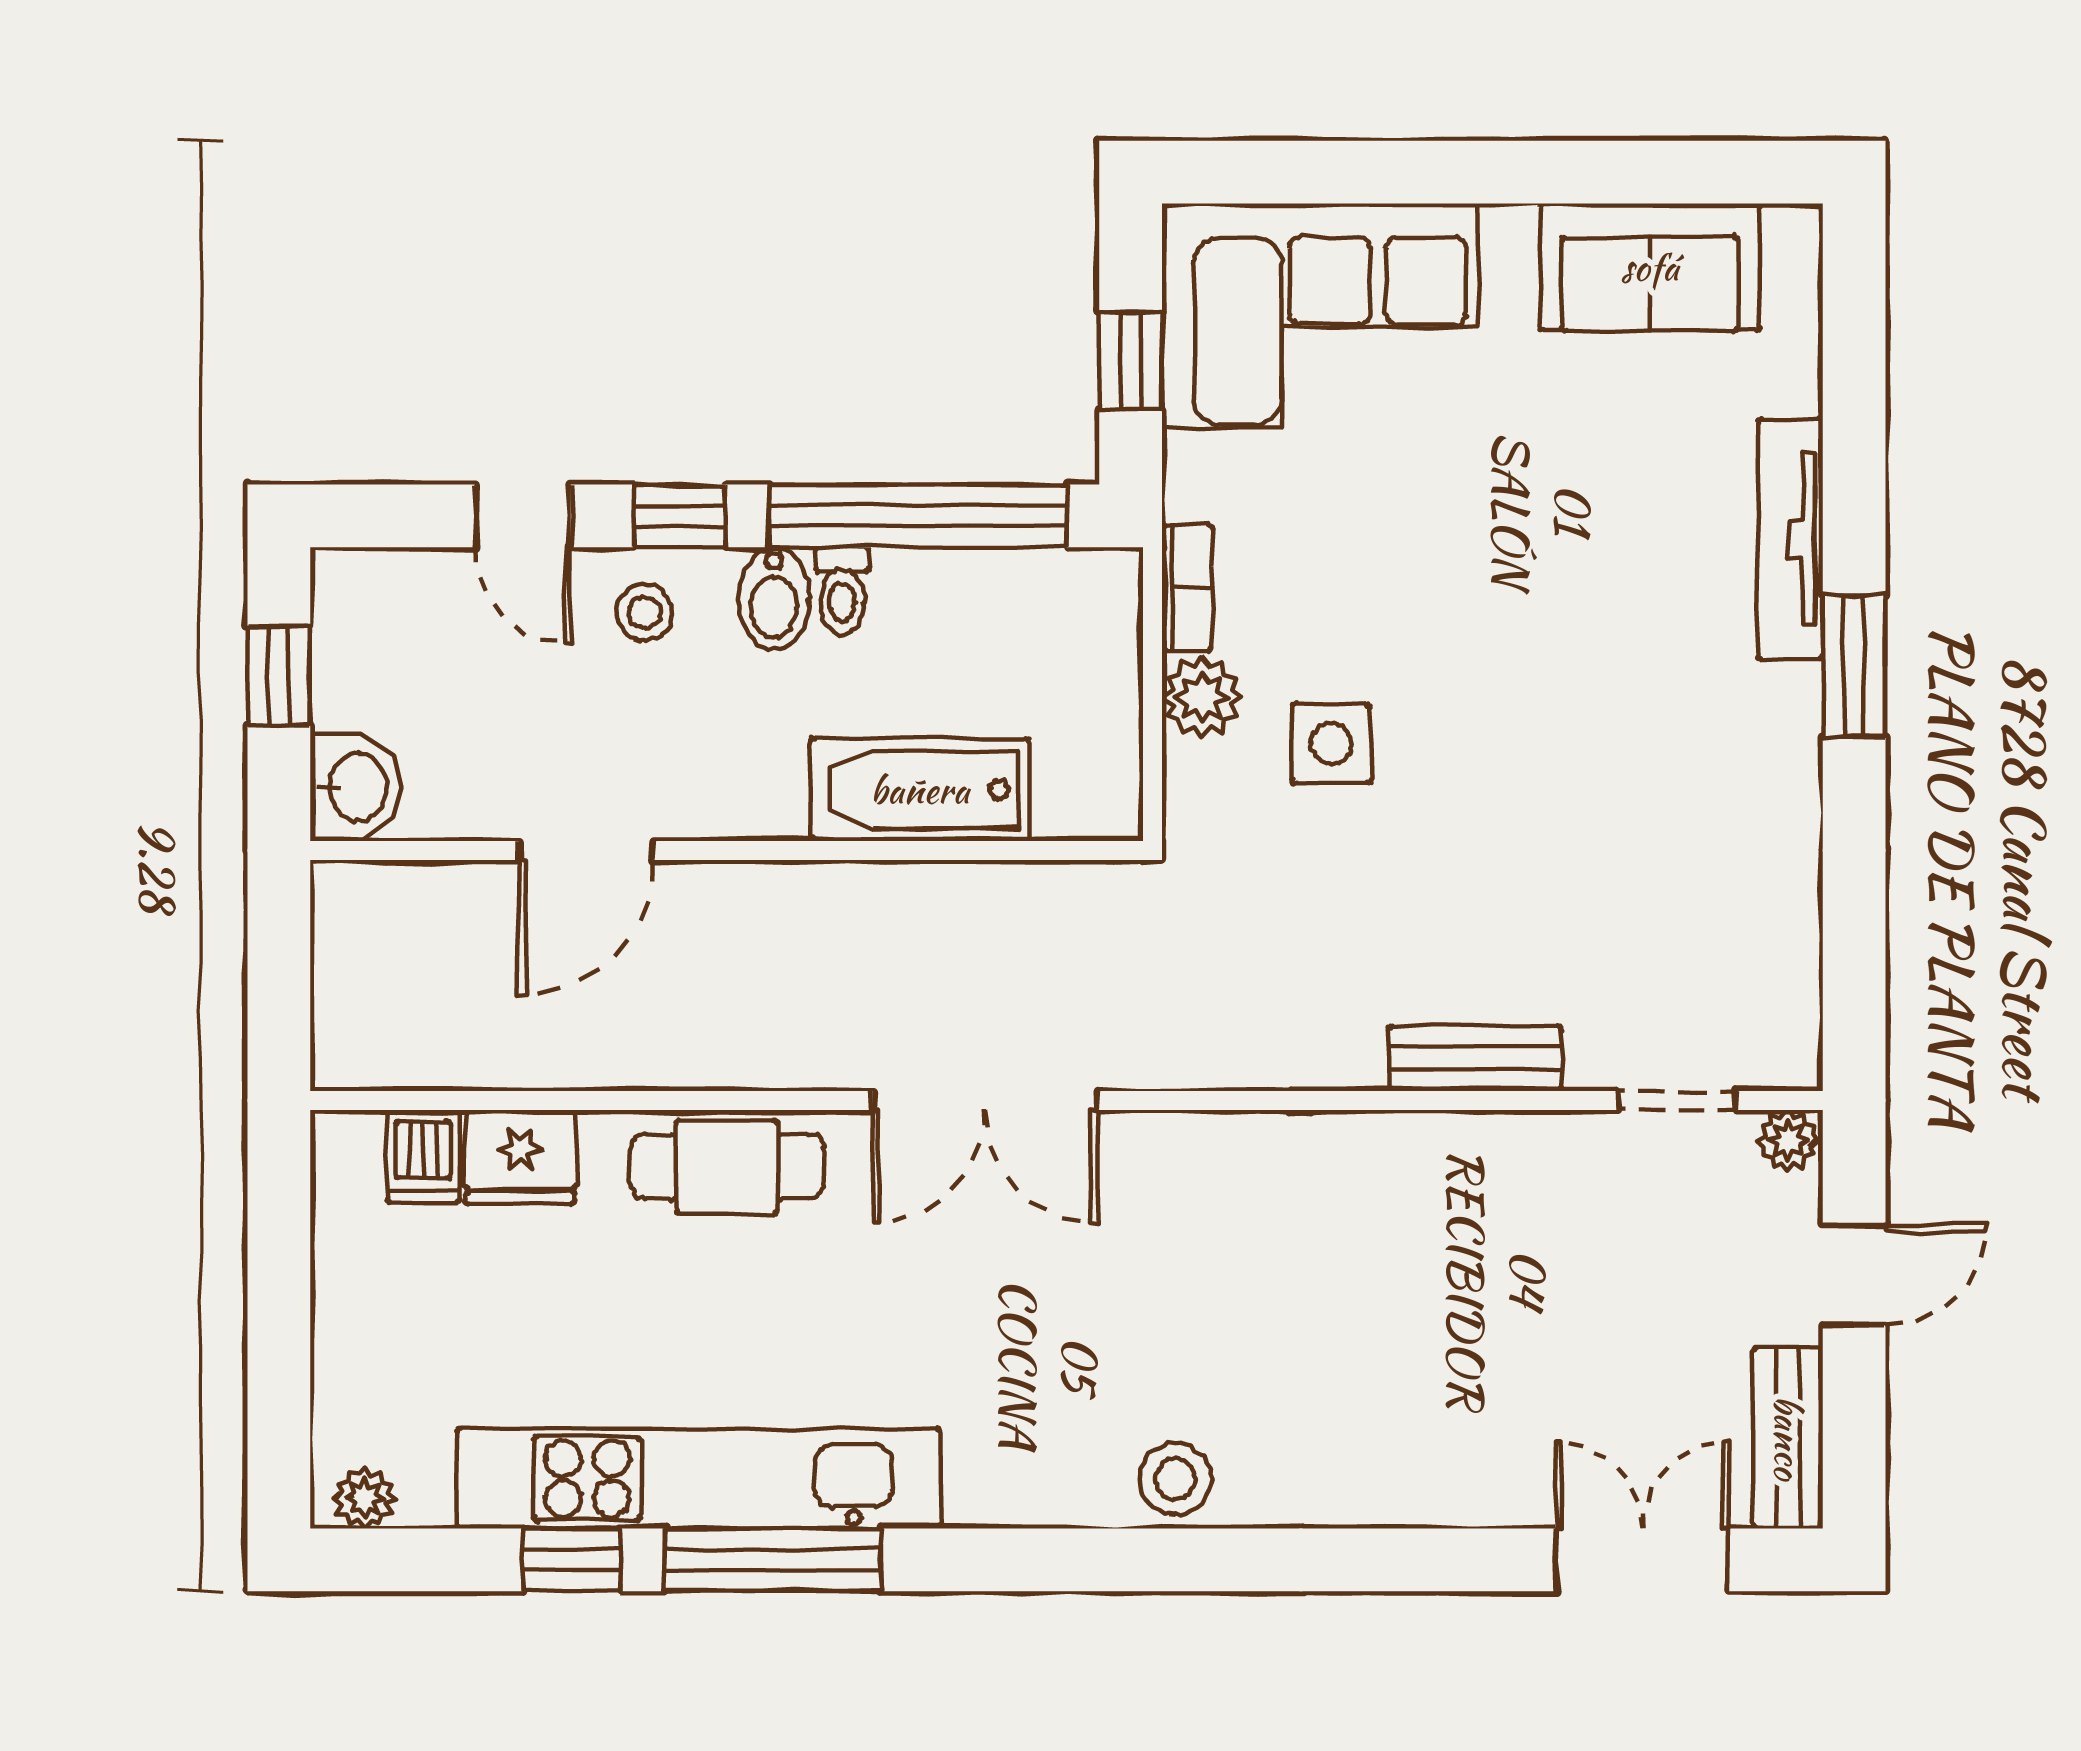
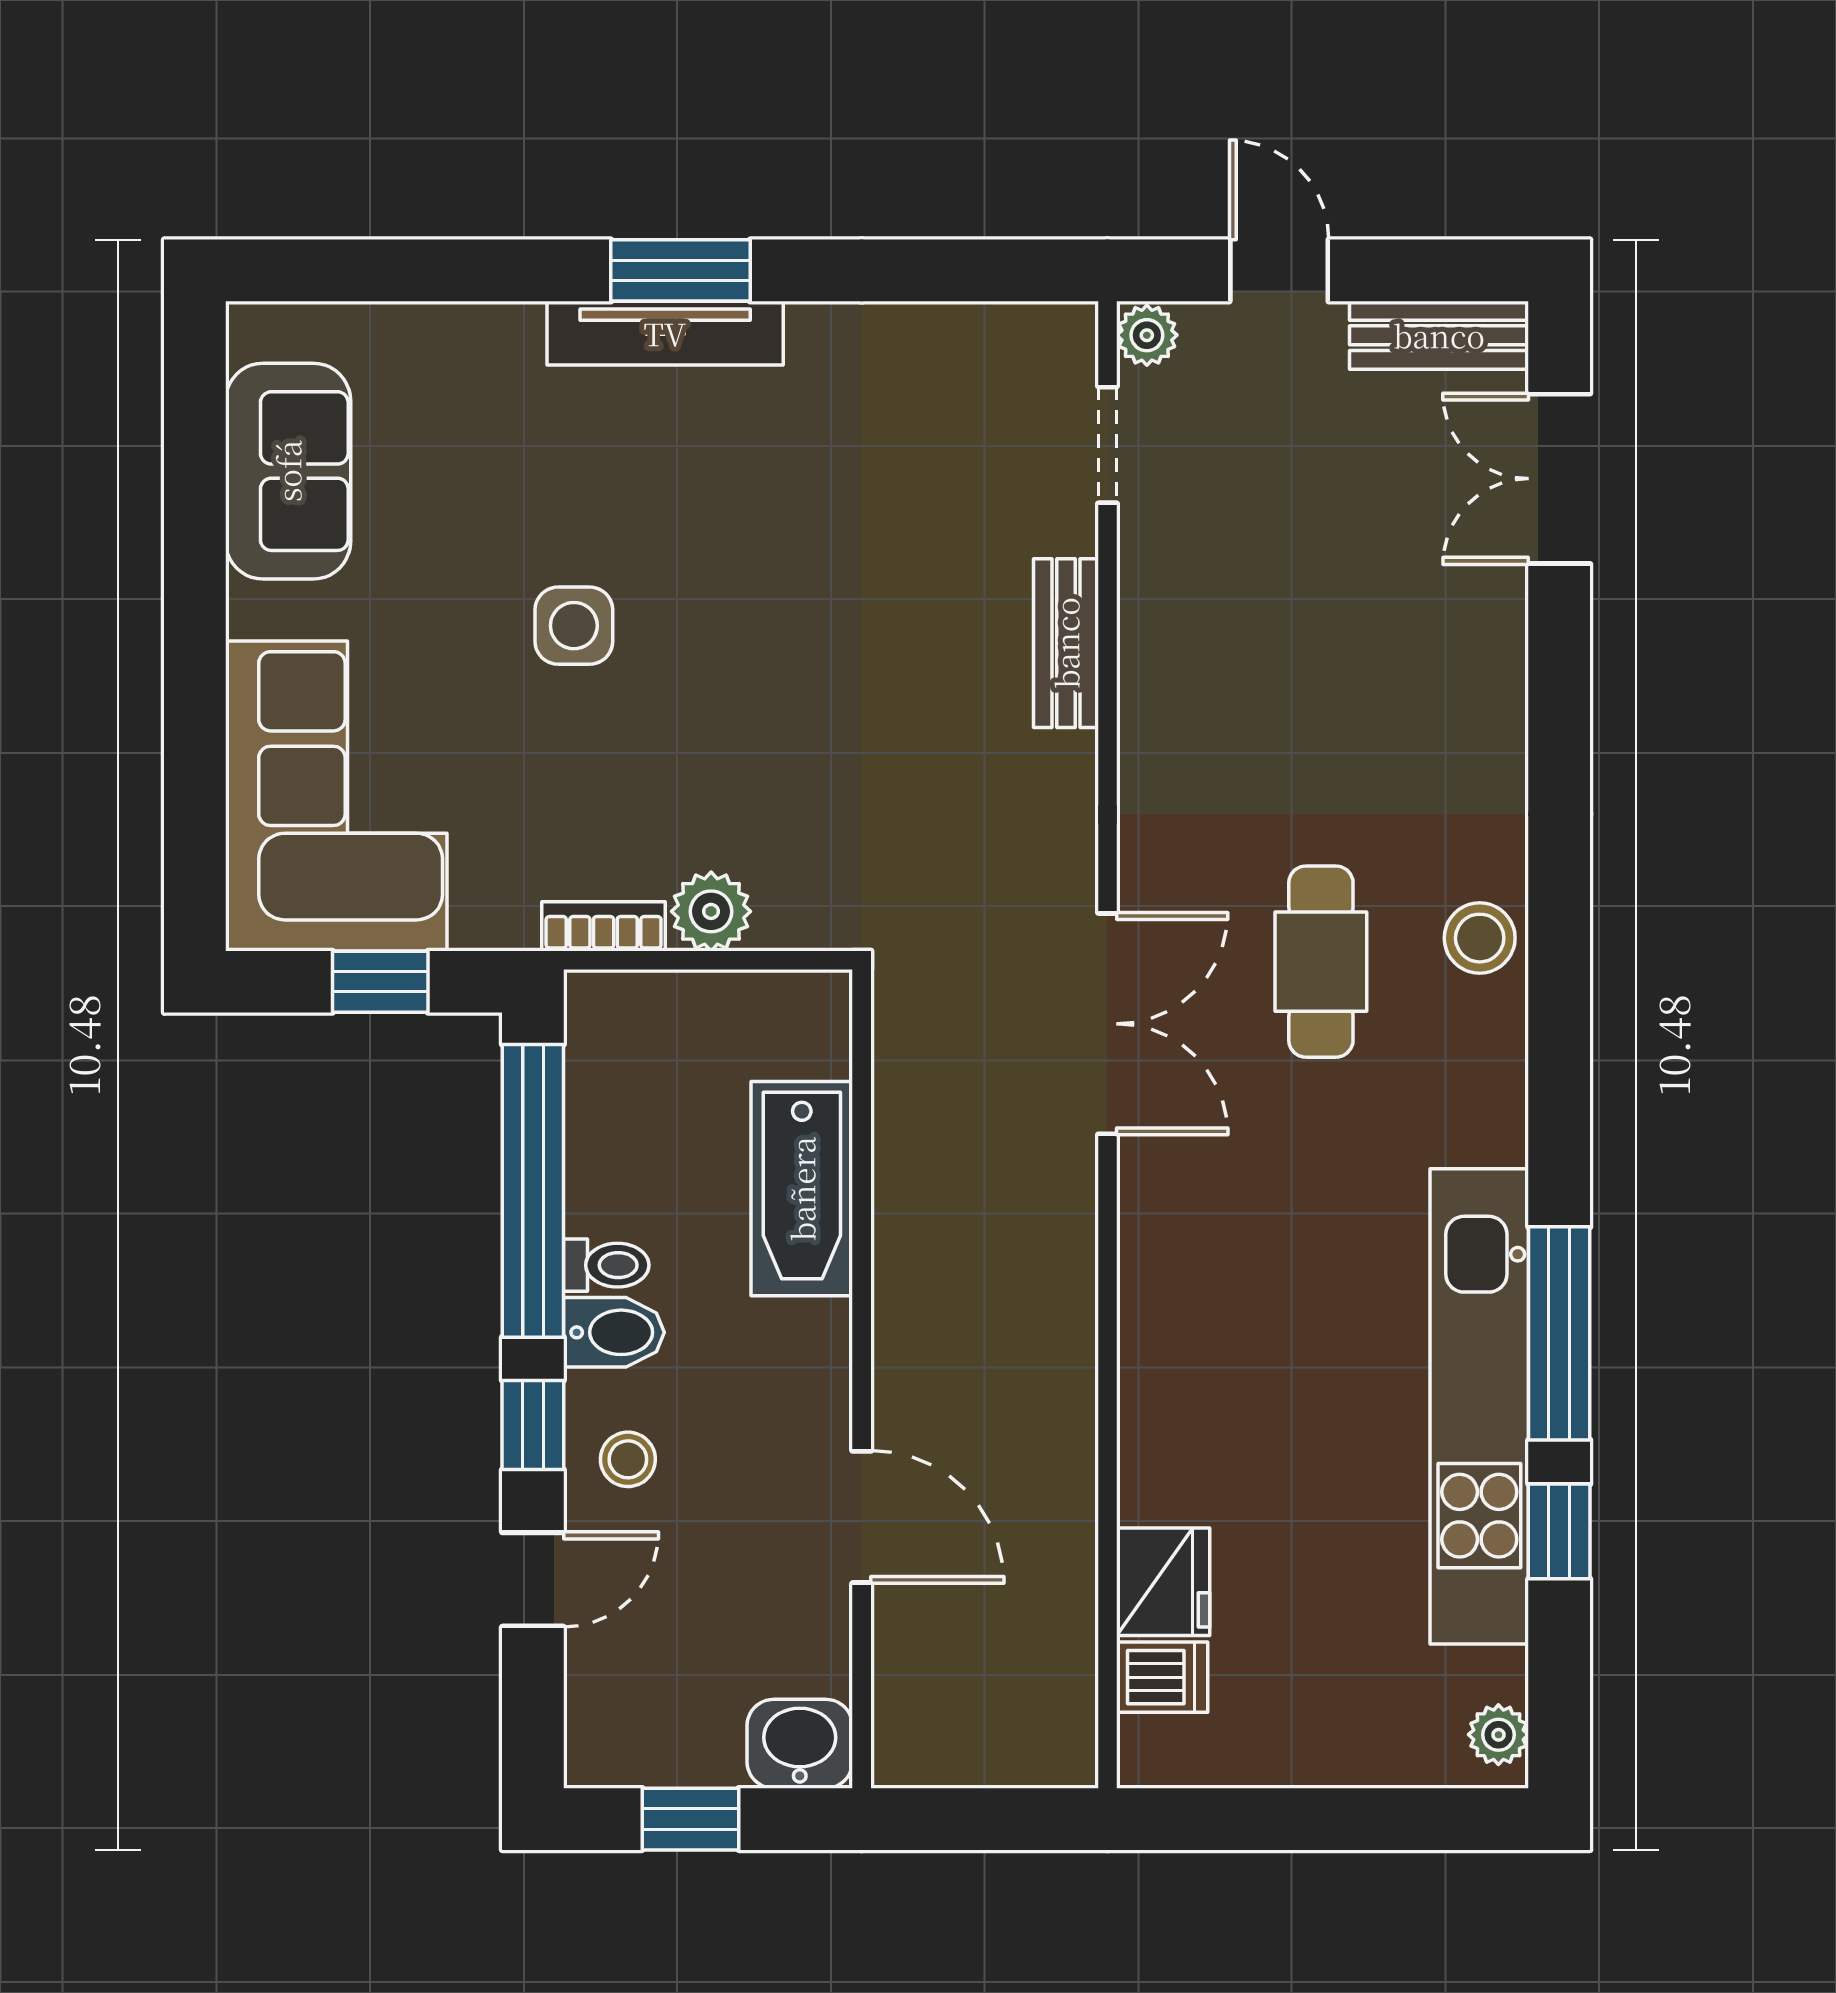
tv unit: (1790, 539) -> (665, 333), moved
side table: (1331, 744) -> (574, 626), moved
double door: (985, 1100) -> (1107, 1024), moved
cafe table: (727, 1167) -> (1321, 962), moved

